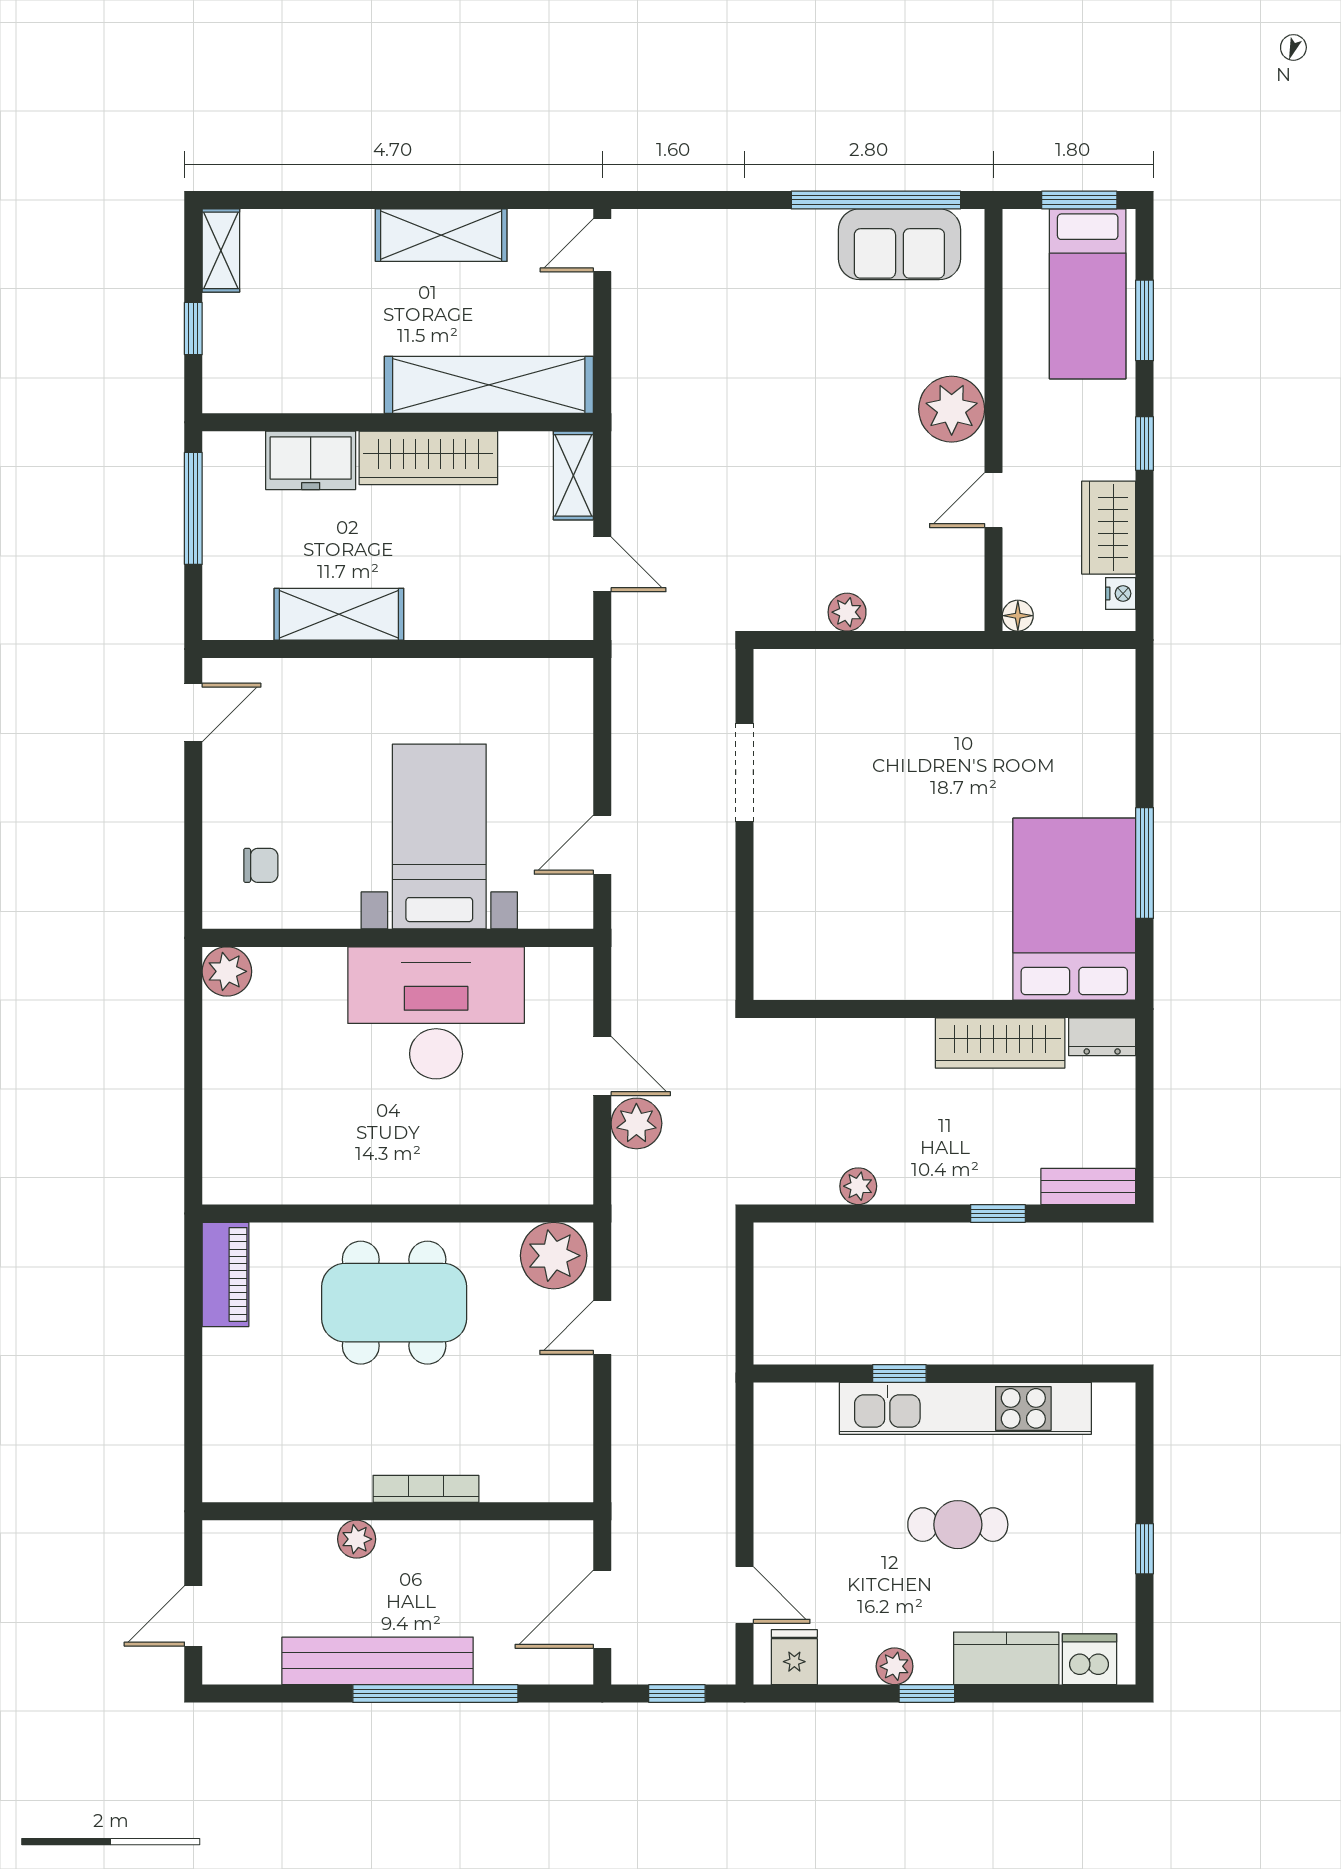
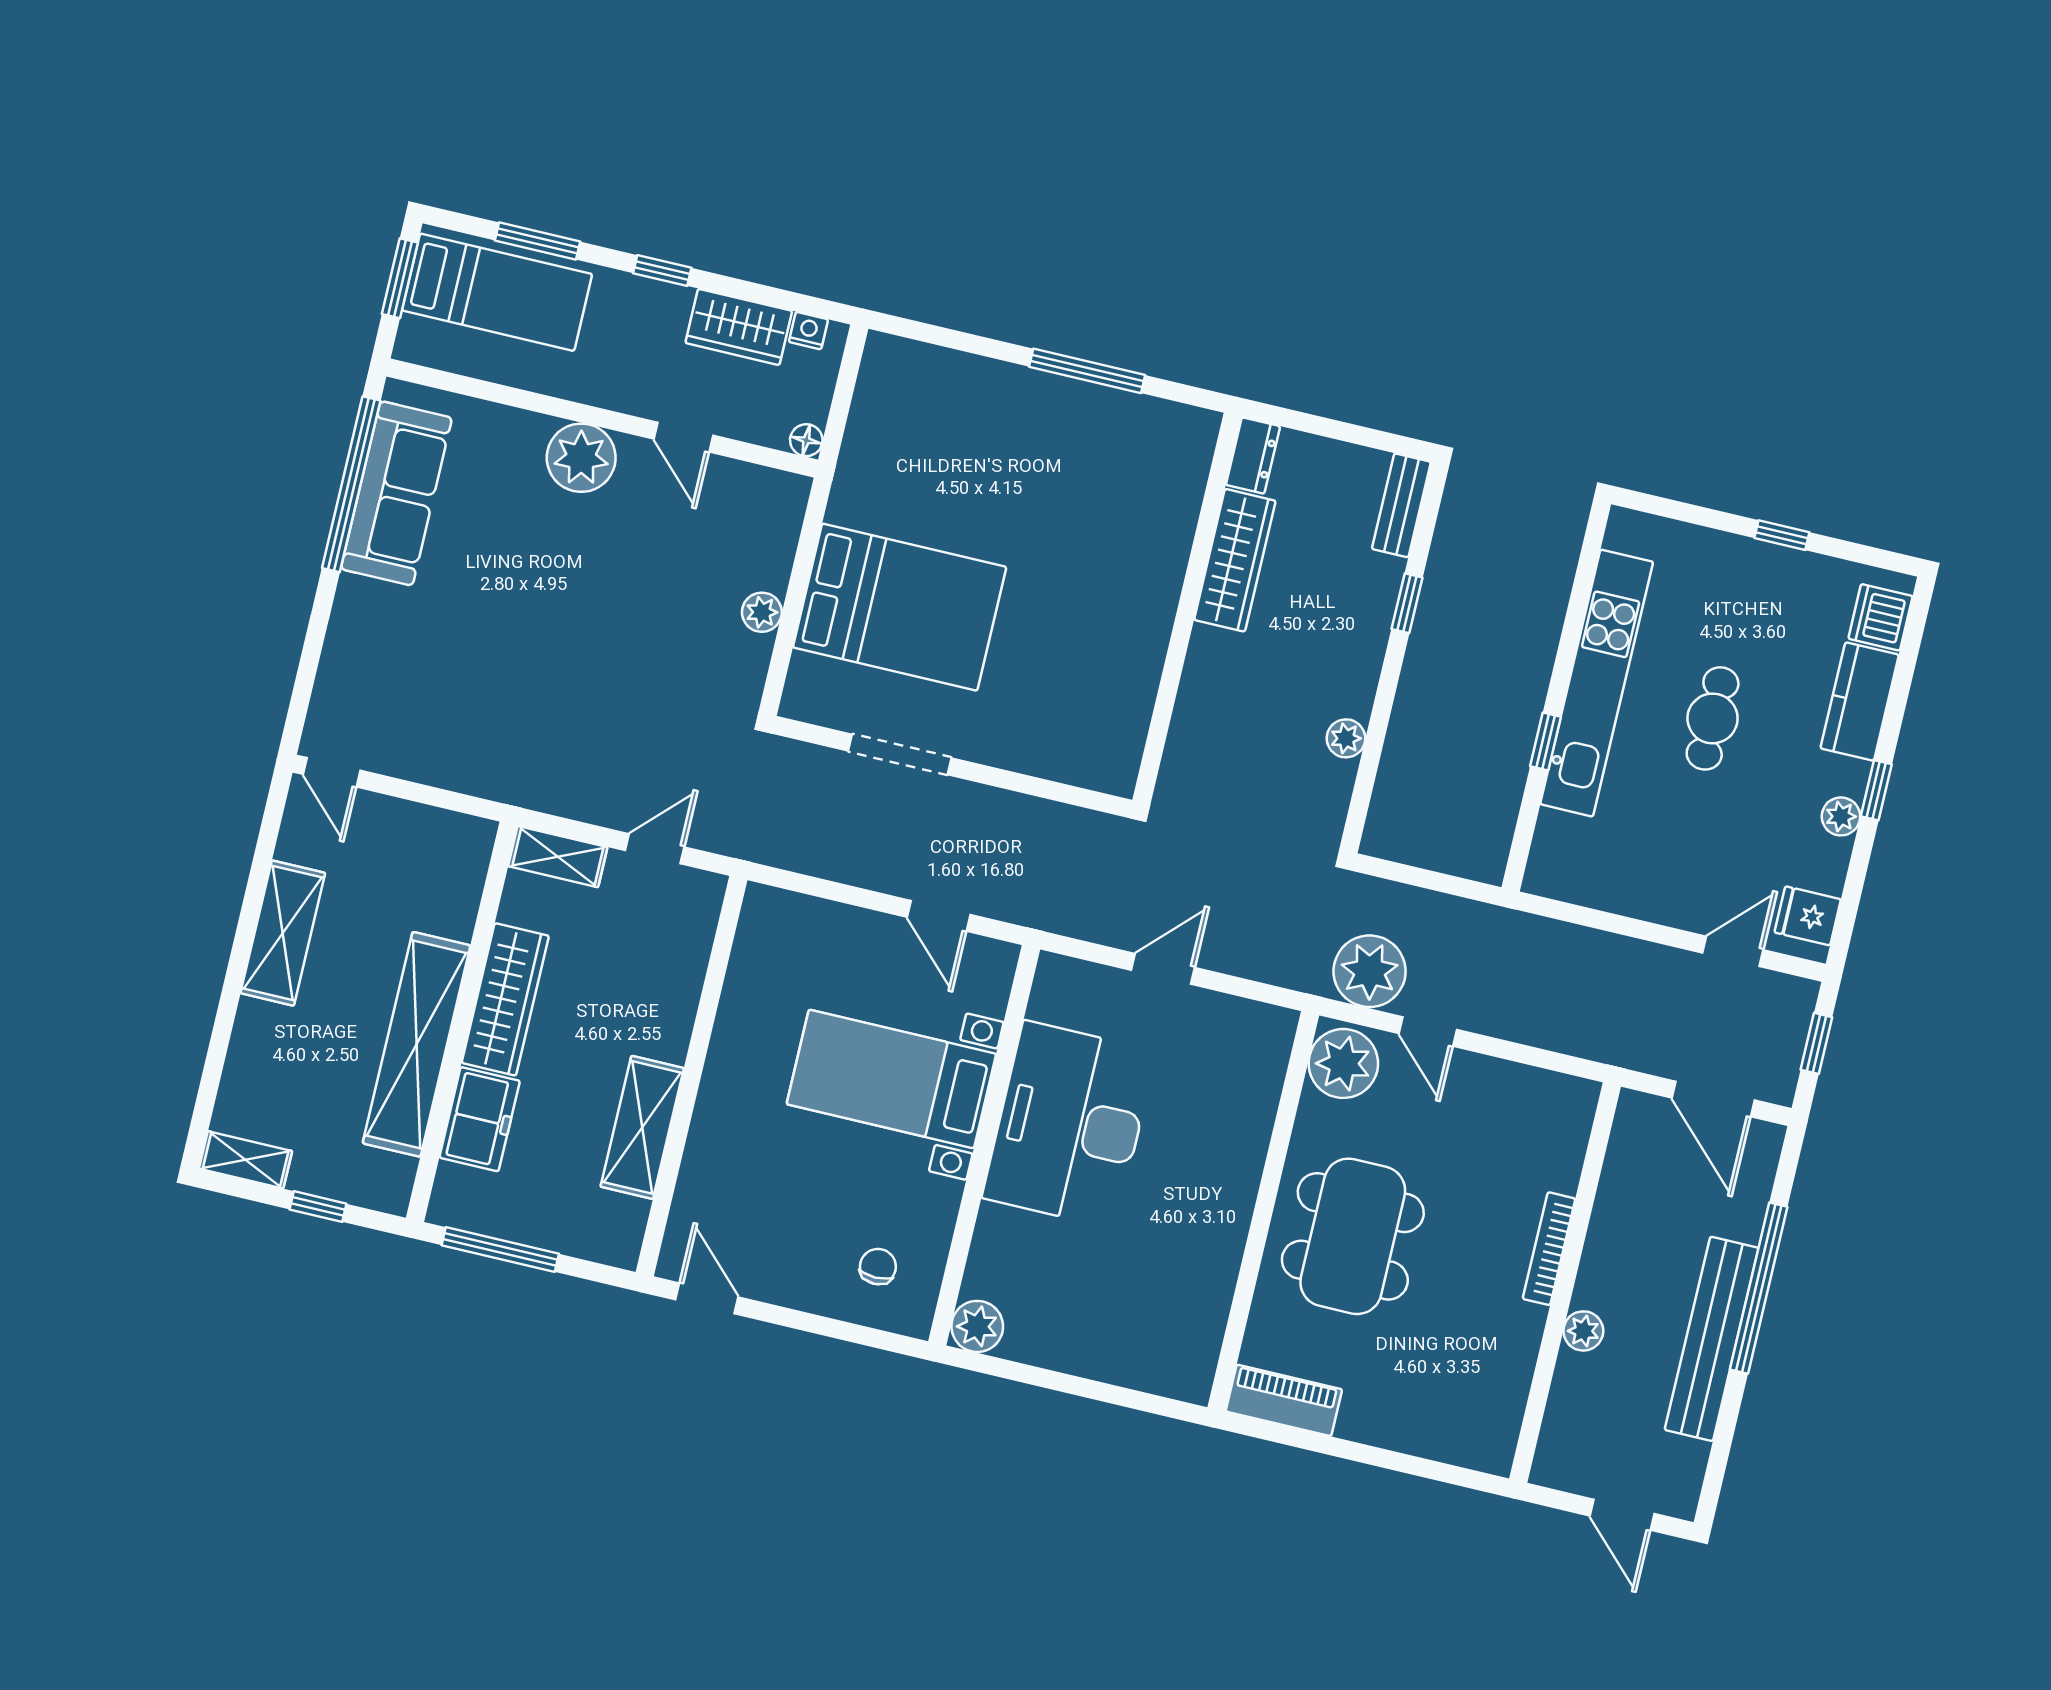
sofa: (899, 244) -> (396, 493), width x1.36
shelving: (489, 385) -> (417, 1044), moved
bed: (1074, 909) -> (900, 607), moved, turned 180
plant: (636, 1123) -> (1370, 971), moved, width x1.36, depth x1.36

